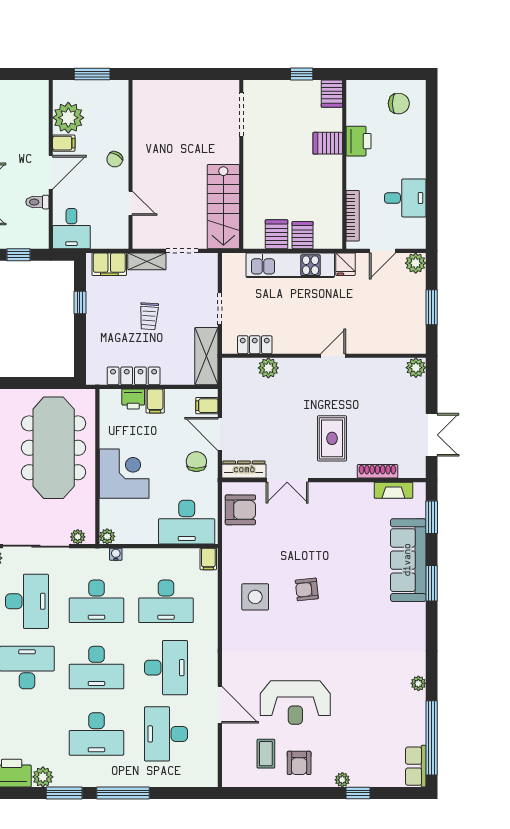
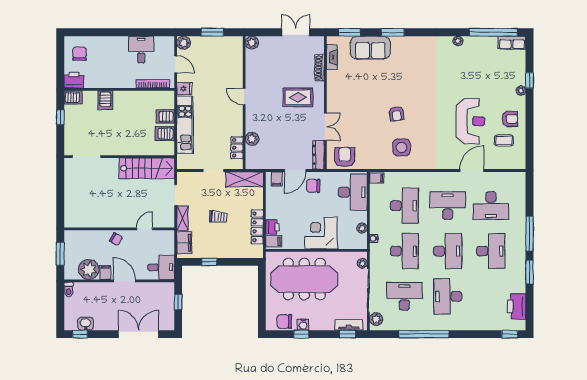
printer: (359, 141) -> (74, 80), moved
toilet: (37, 202) -> (69, 290), moved
filing cabinet: (155, 401) -> (274, 241), moved
plant: (107, 536) -> (362, 228), moved
sofa: (408, 560) -> (370, 48), width x0.73
plant: (43, 777) -> (519, 286), removed

